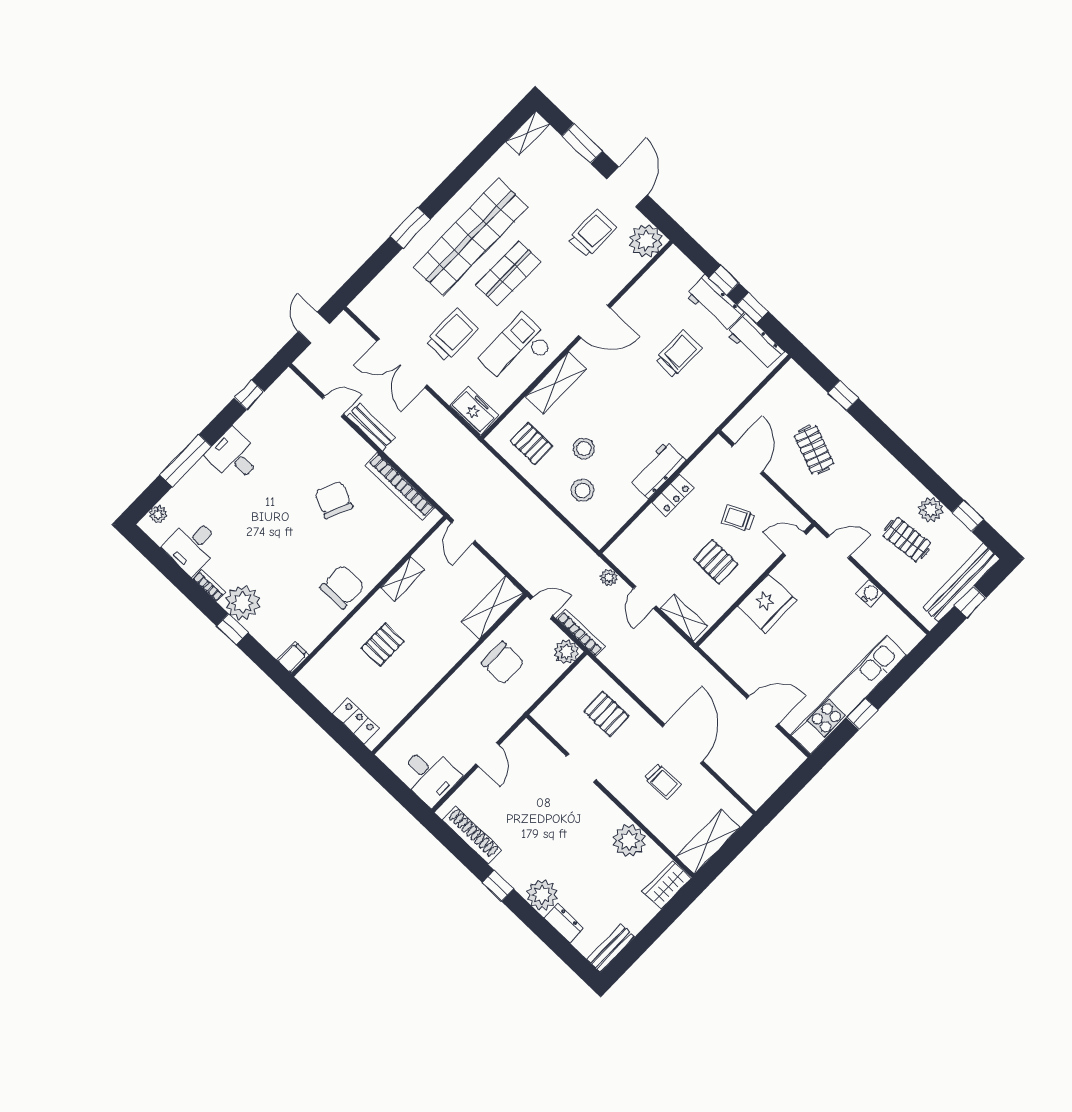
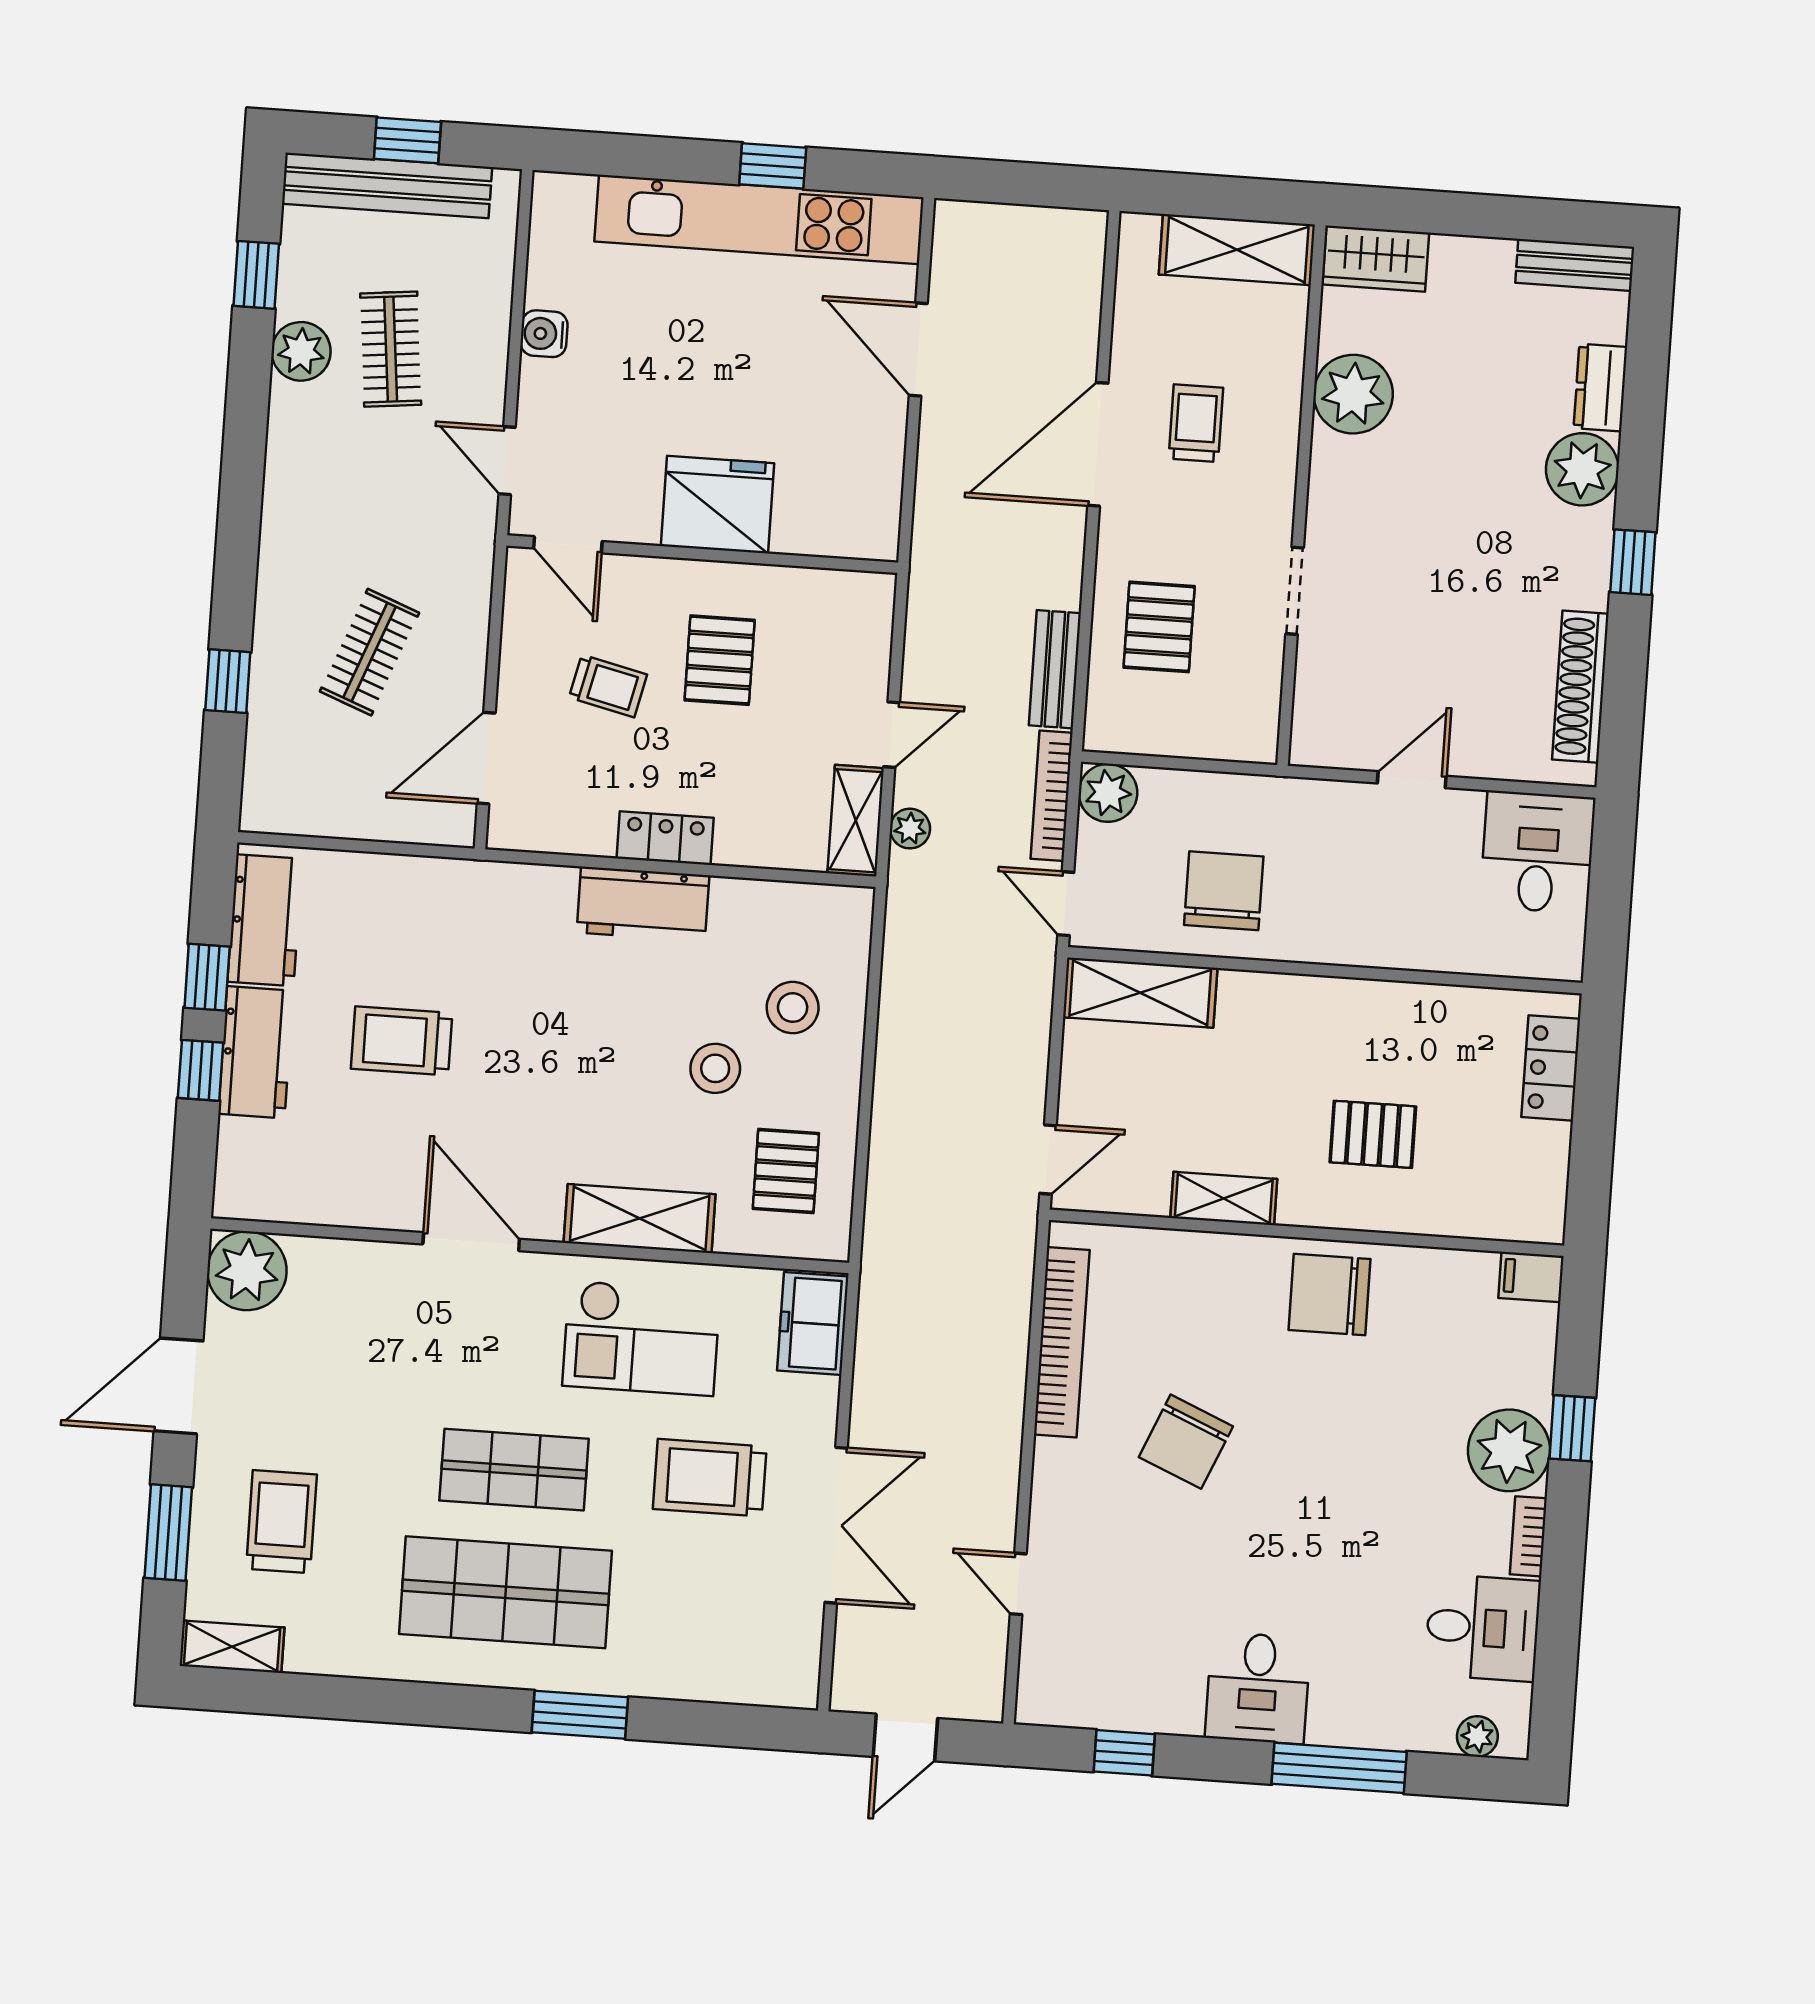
trolley: (592, 233) -> (281, 1522), moved, turned 90
shop shelf: (471, 237) -> (506, 1592), width x0.71
bench: (371, 427) -> (1055, 669), moved
trolley: (738, 518) -> (608, 686), turned -51
shelving: (684, 618) -> (856, 821), moved

